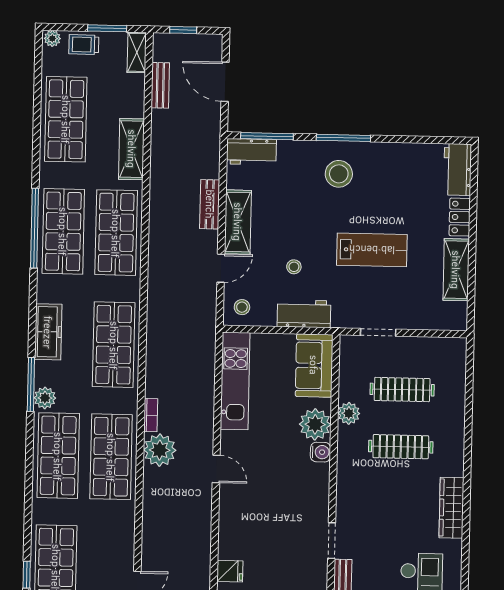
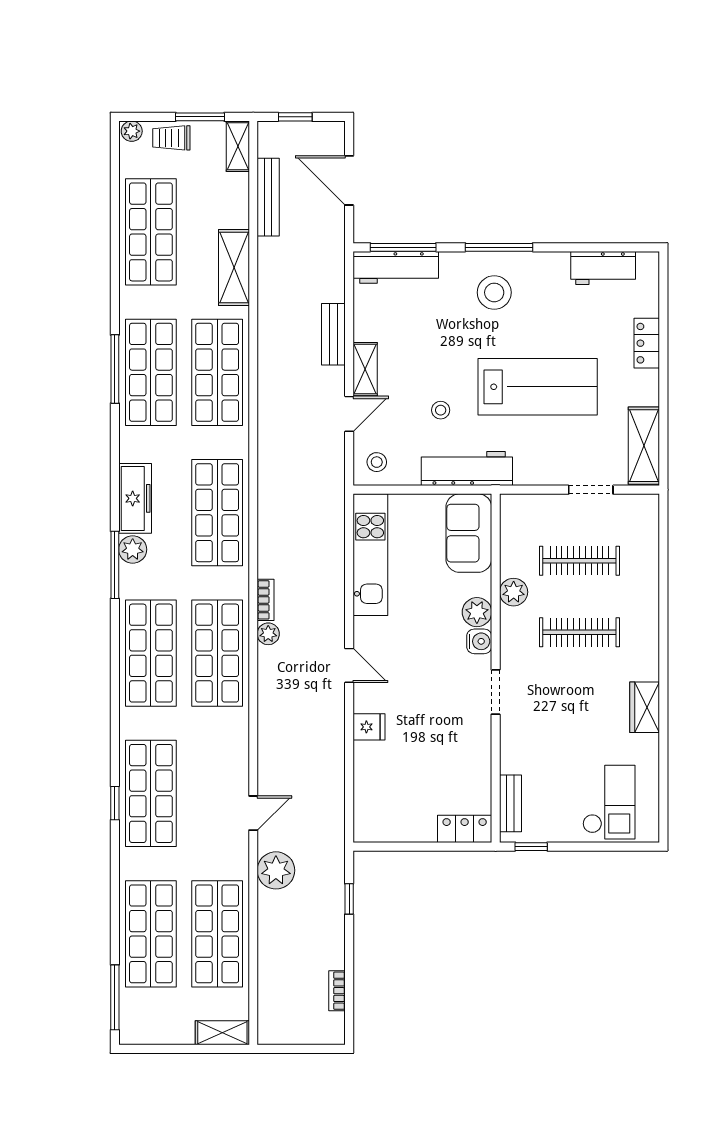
bench: (160, 85) -> (268, 197), width x1.36
workbench: (251, 152) -> (396, 267), width x1.38
workbench: (458, 169) -> (603, 268), moved, turned -90
shelving: (238, 222) -> (365, 369), width x0.67, depth x0.75
window: (34, 228) -> (115, 369), width x0.68
lab bench: (372, 250) -> (538, 387), width x1.36, depth x1.39
shelving: (456, 270) -> (644, 446), moved
workbench: (304, 314) -> (467, 469), width x1.38
doorway: (378, 332) -> (591, 490), moved
plant: (45, 398) -> (133, 549), moved
plant: (315, 424) -> (477, 612), width x0.73, depth x0.73
plant: (160, 450) -> (268, 634), width x0.53, depth x0.53
wardrobe: (451, 508) -> (645, 707), width x0.67
doorway: (332, 541) -> (496, 692), moved
fridge: (230, 571) -> (369, 727), moved

